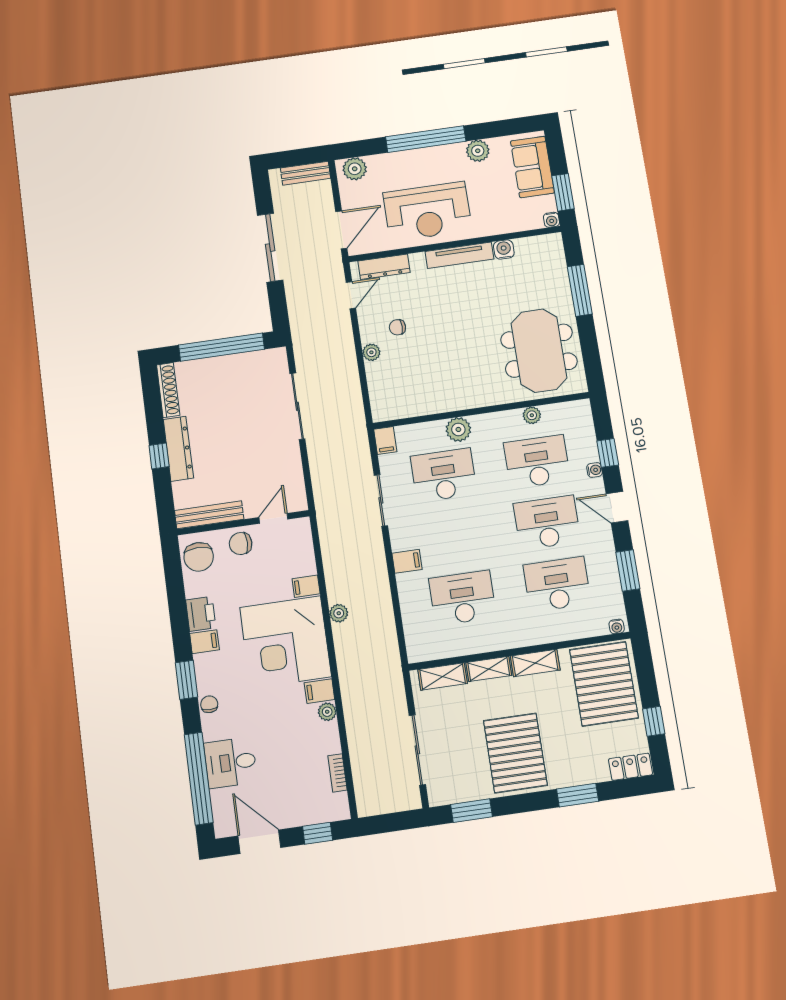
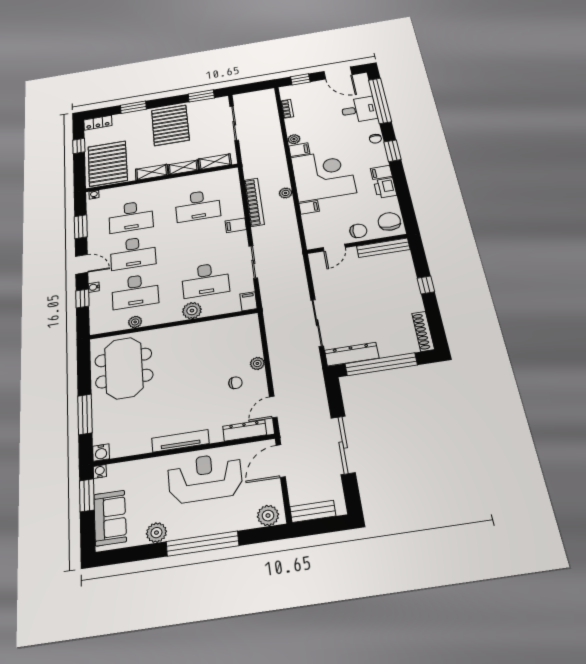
water cooler: (504, 250) -> (101, 452), moved
dresser: (178, 449) -> (352, 354), moved, turned 90
bookcase: (383, 600) -> (254, 202), added

